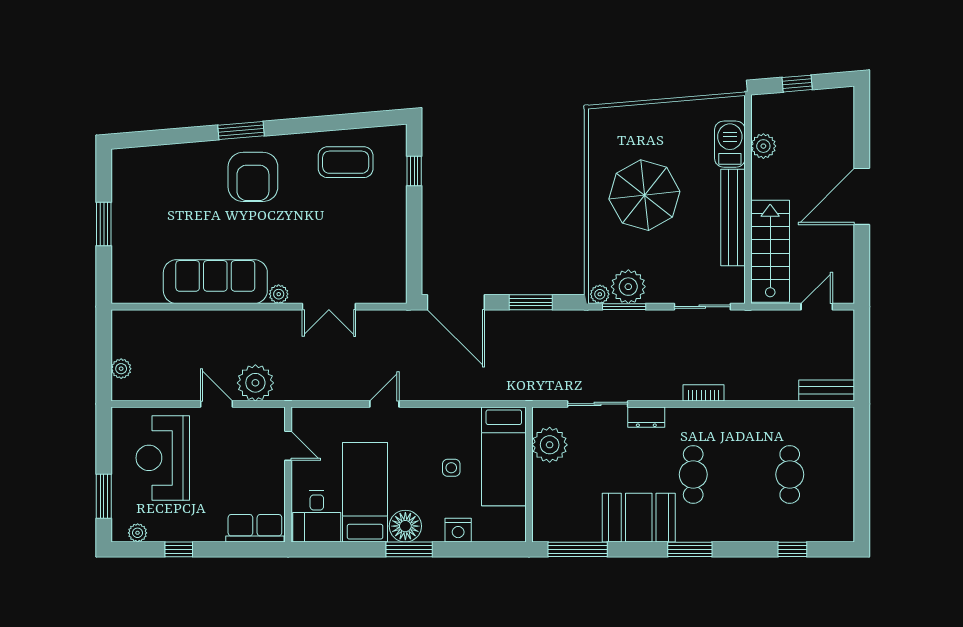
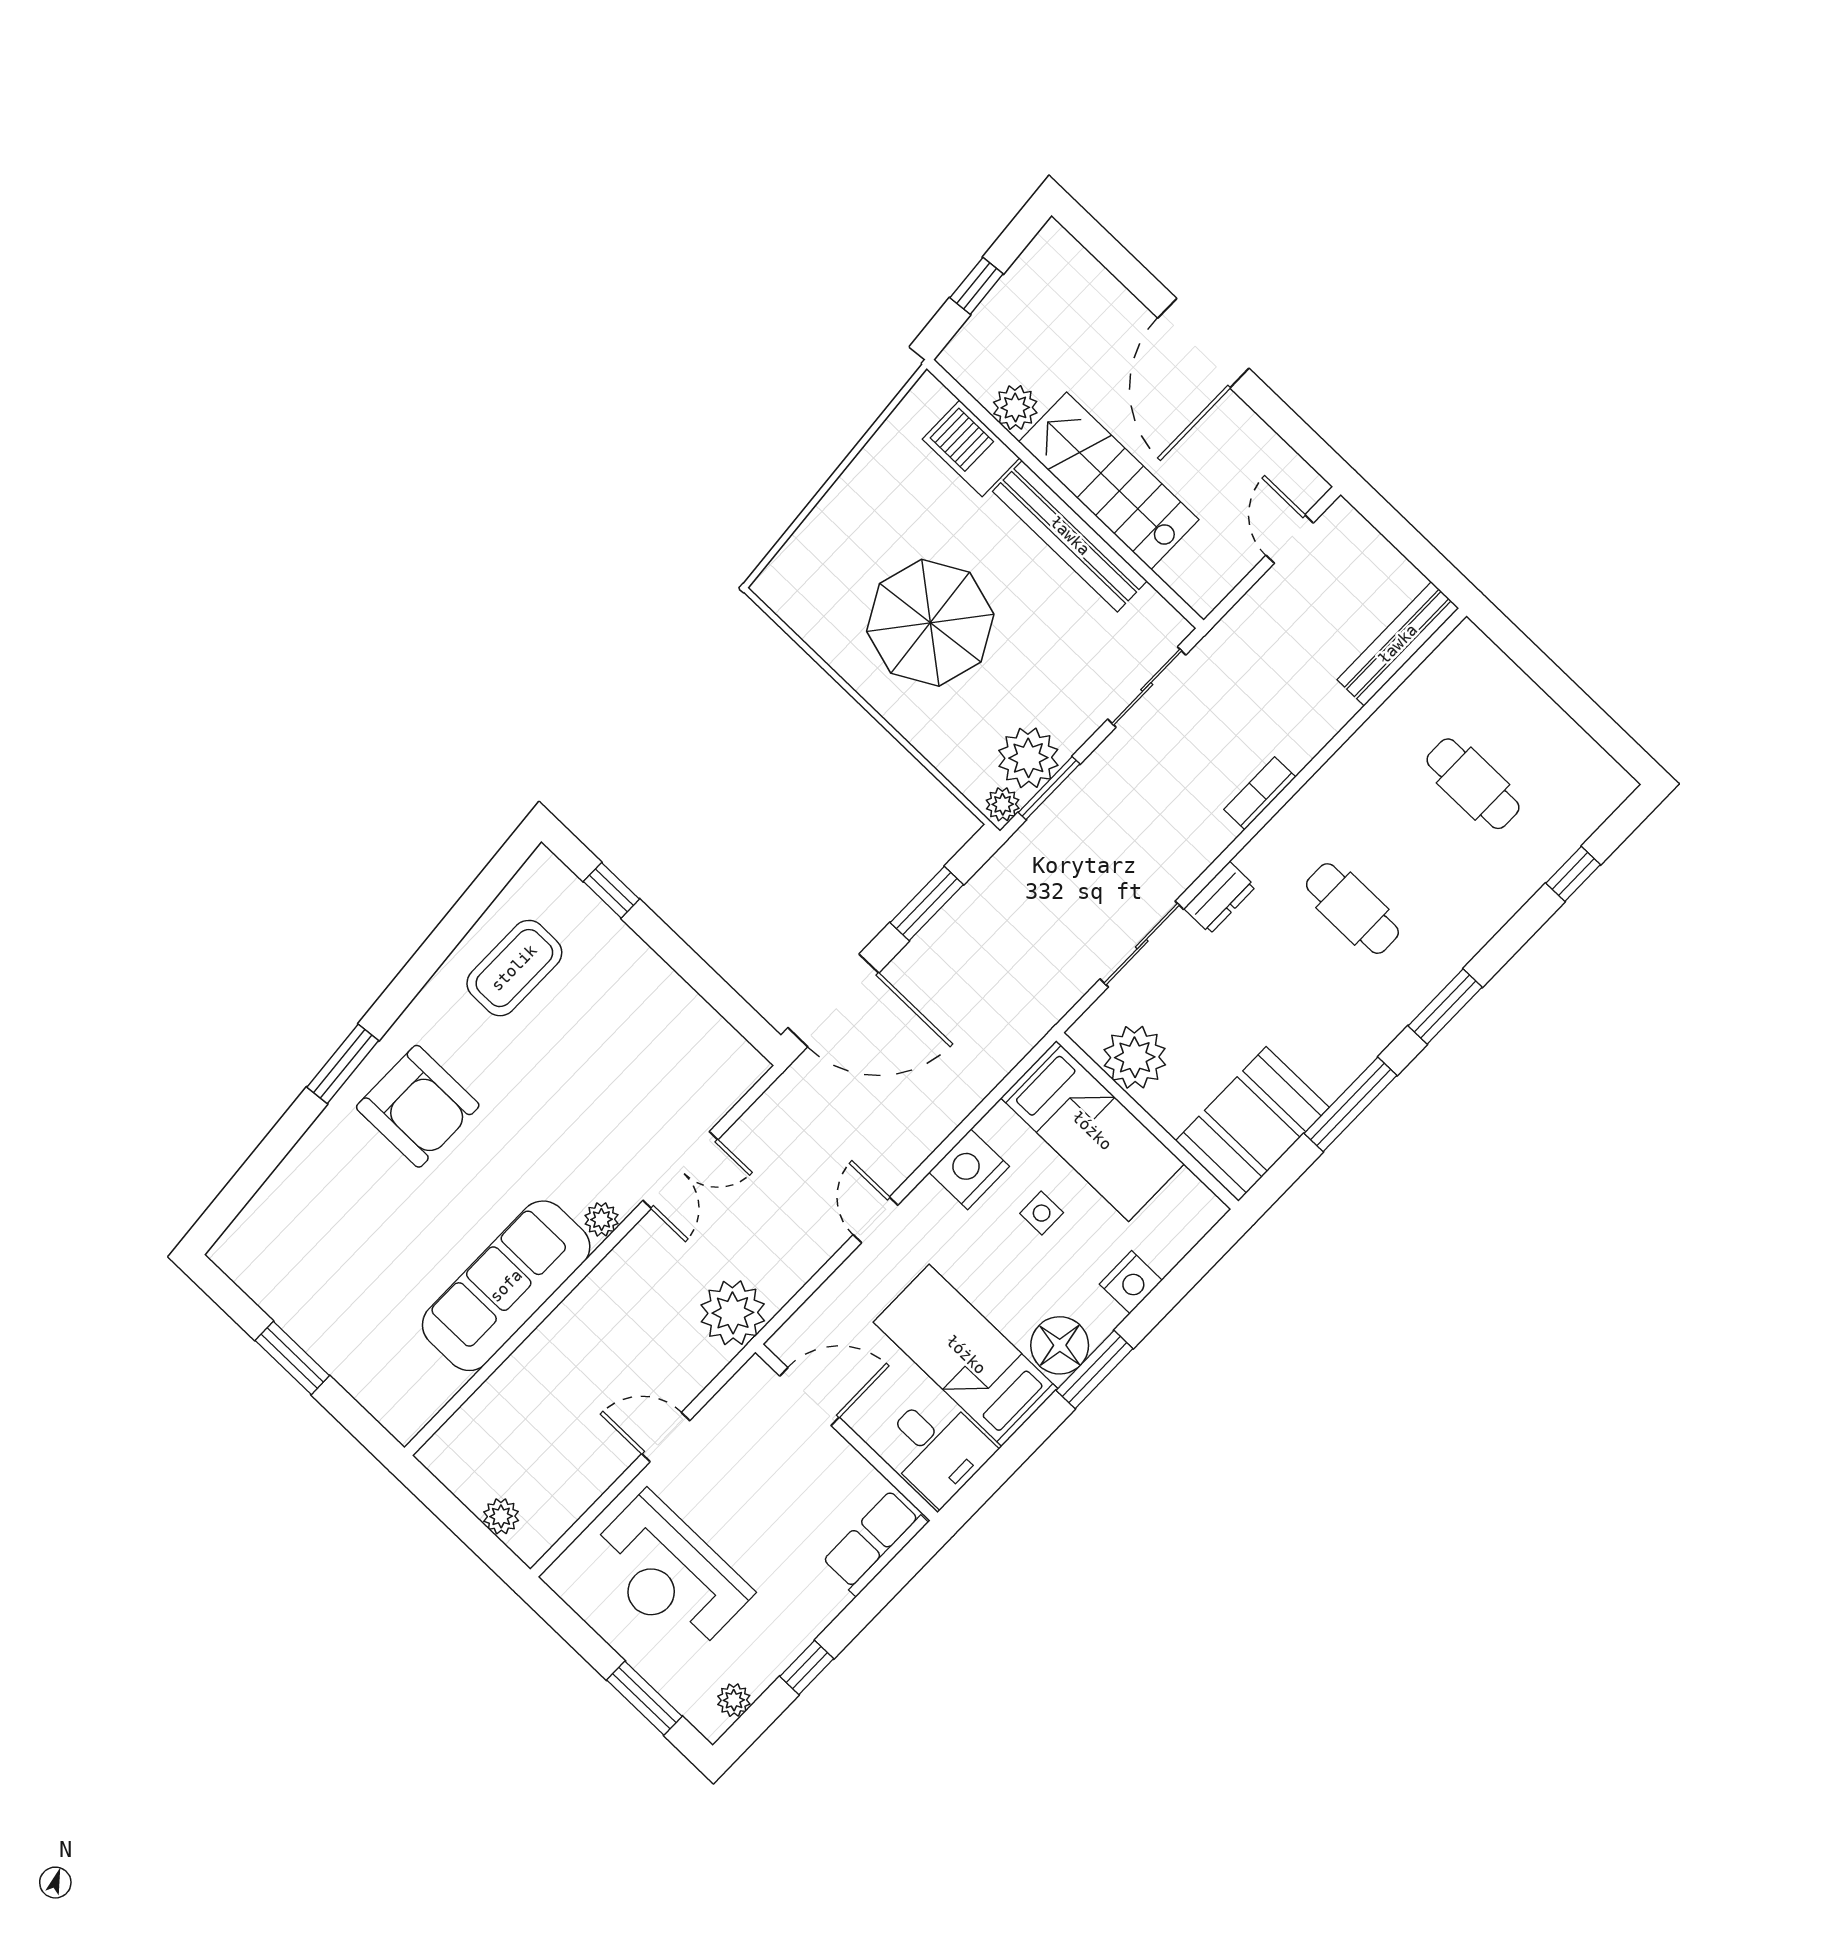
stairs: (770, 251) -> (1109, 481), moved
plant: (255, 383) -> (733, 1313), moved
bench: (827, 390) -> (1398, 644), width x1.36
nightstand: (441, 422) -> (969, 1169), added
door: (288, 446) -> (809, 1397), width x1.37
booth: (639, 518) -> (1252, 1124), moved
window: (578, 549) -> (1351, 1104), moved

